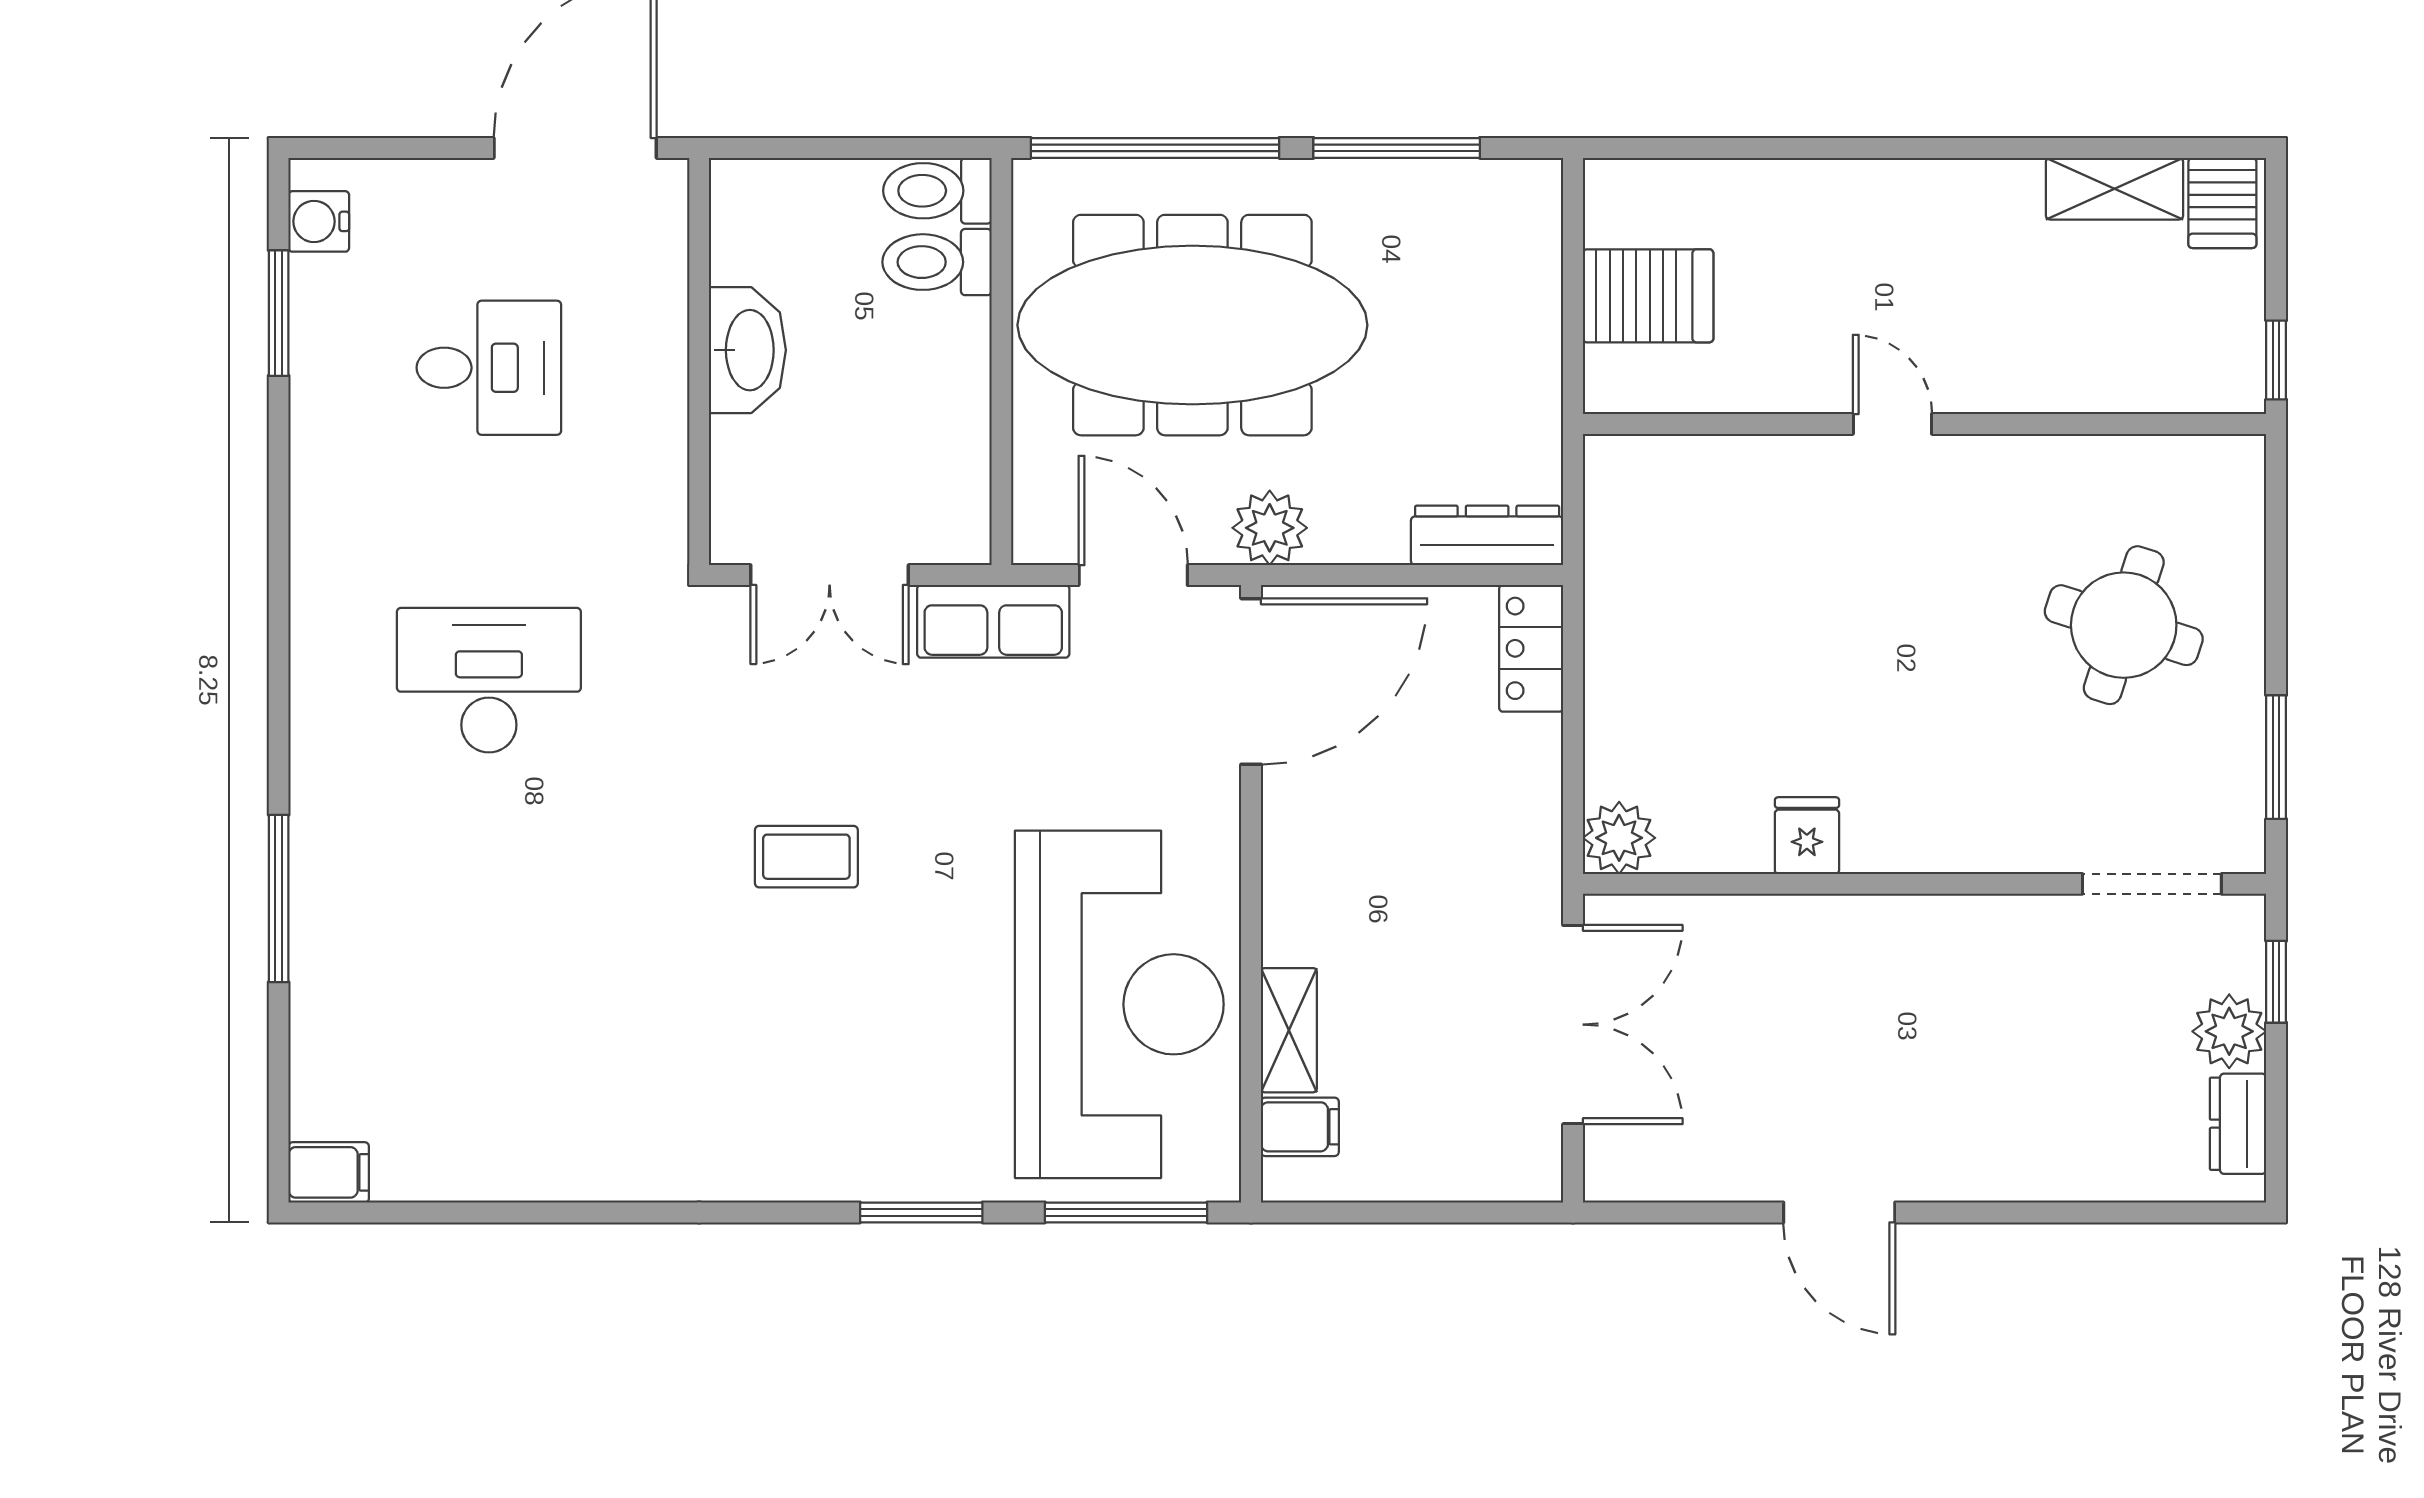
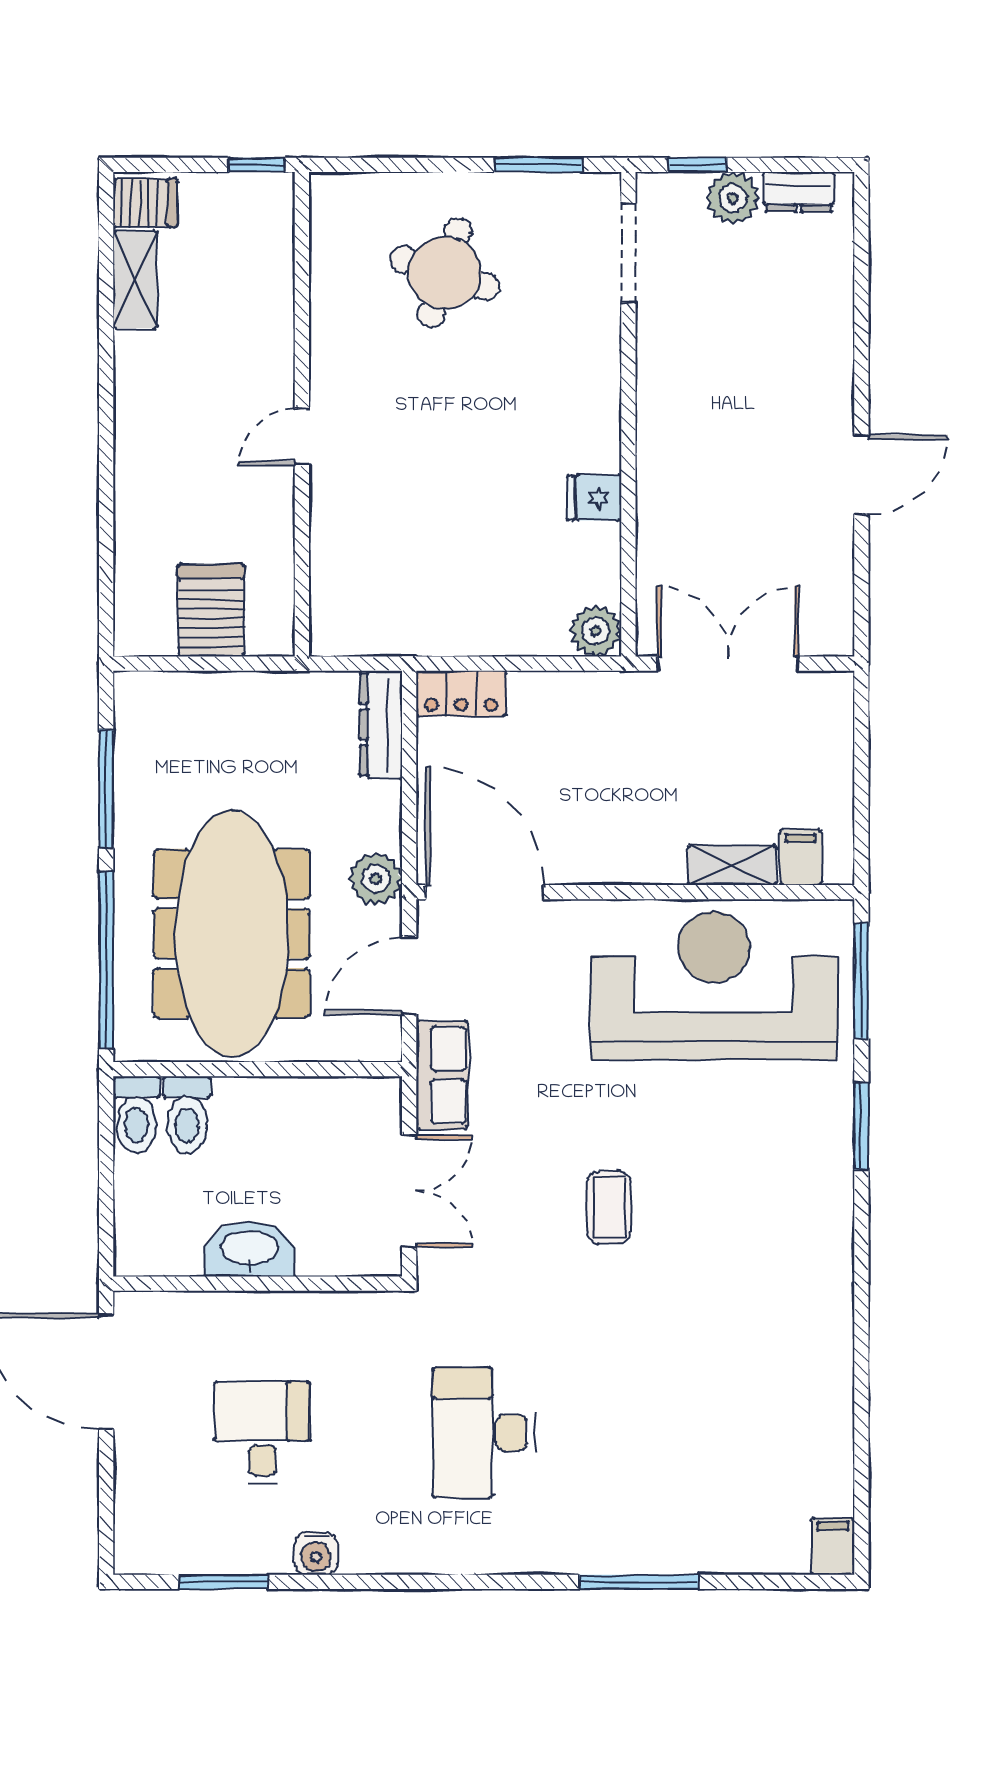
water cooler: (319, 221) -> (316, 1553), moved

